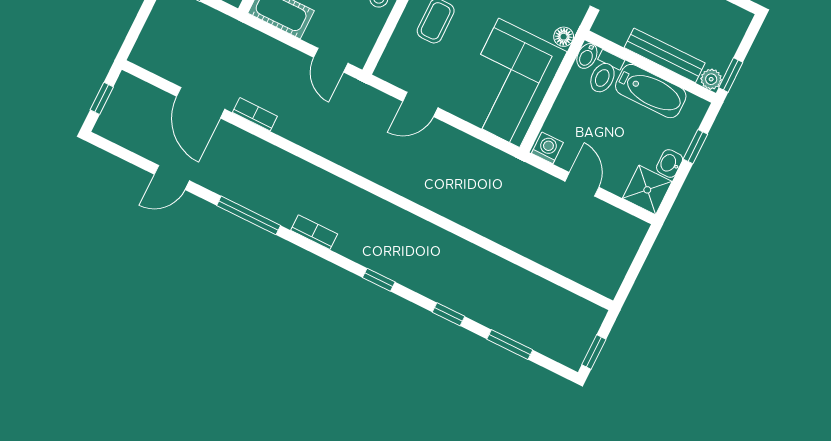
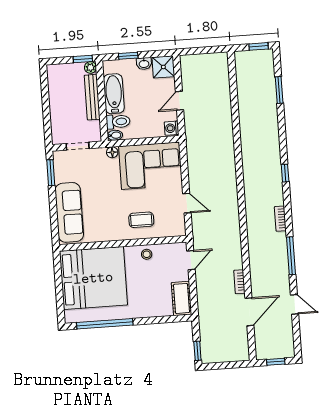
window: (448, 314) -> (282, 129), removed

